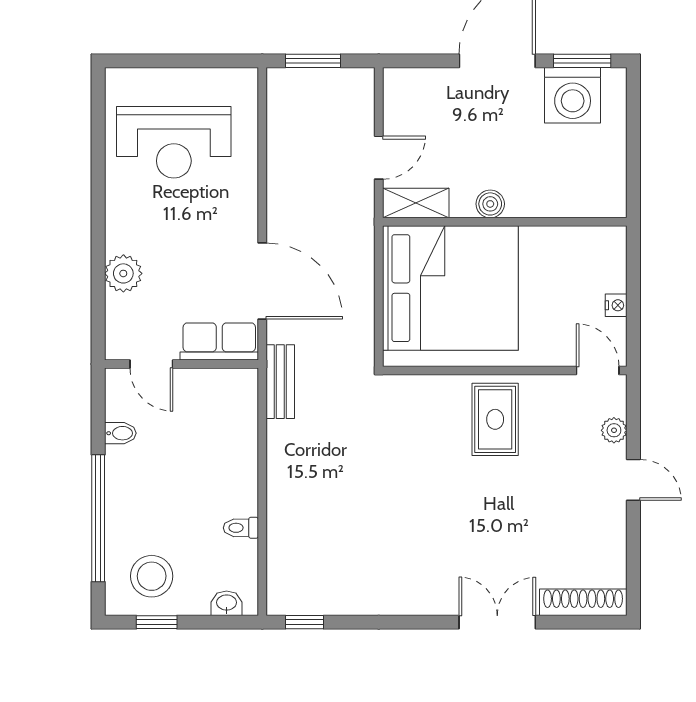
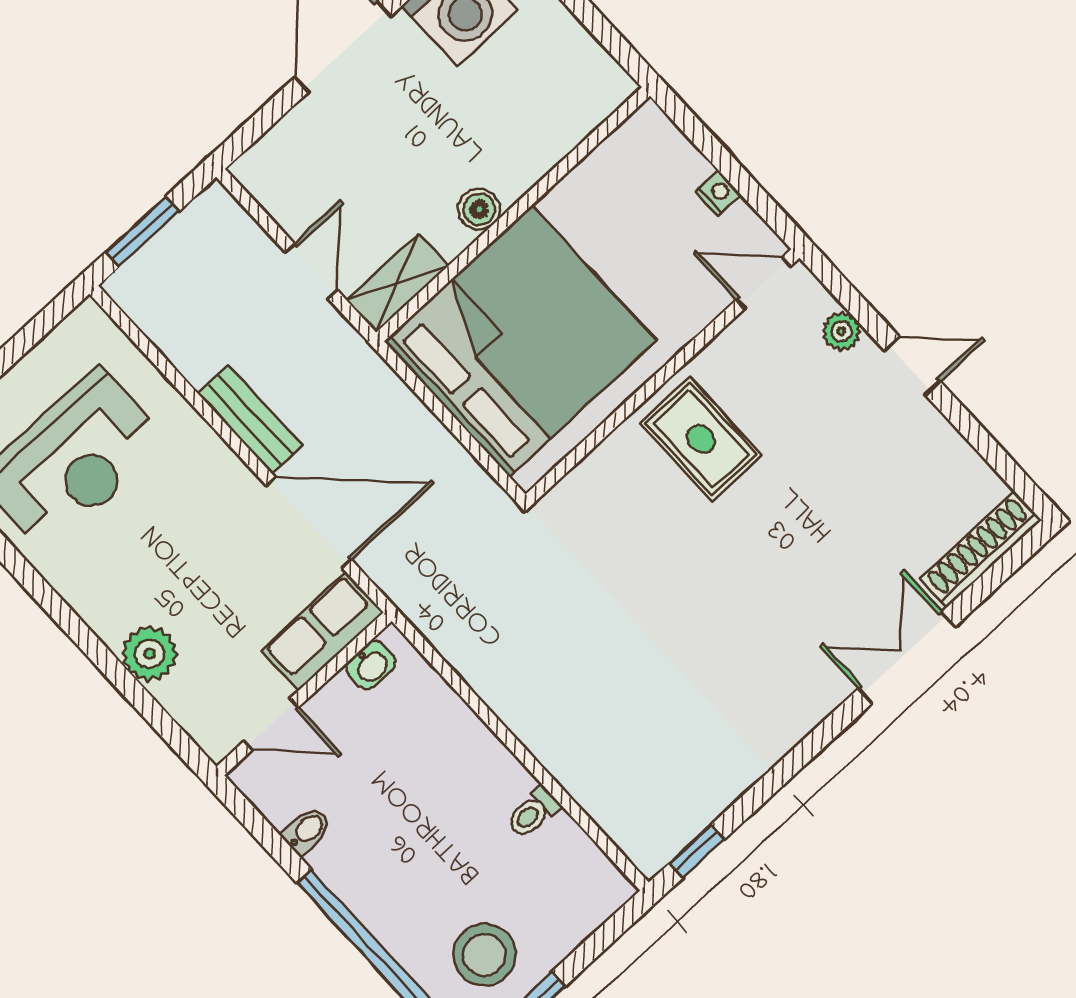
bench: (280, 382) -> (250, 420), moved
washbasin: (227, 603) -> (371, 665), moved, turned 180

